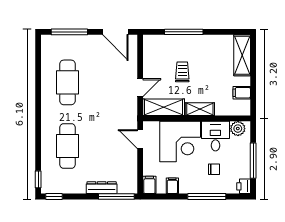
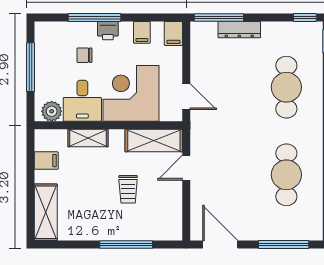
shelving: (200, 109) -> (88, 138), moved
printer: (244, 186) -> (108, 31), moved, turned 90

